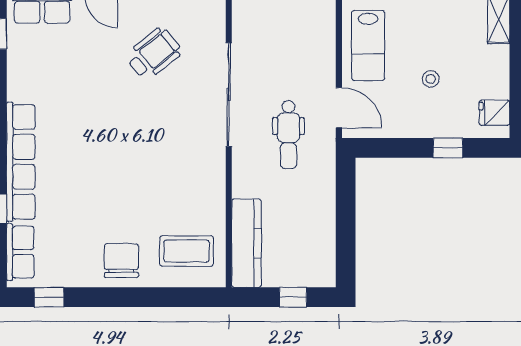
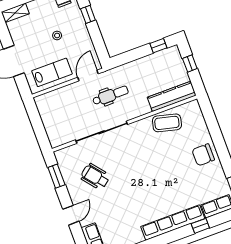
coffee table: (186, 251) -> (167, 123), moved, turned -76
window: (346, 253) -> (158, 46), added

